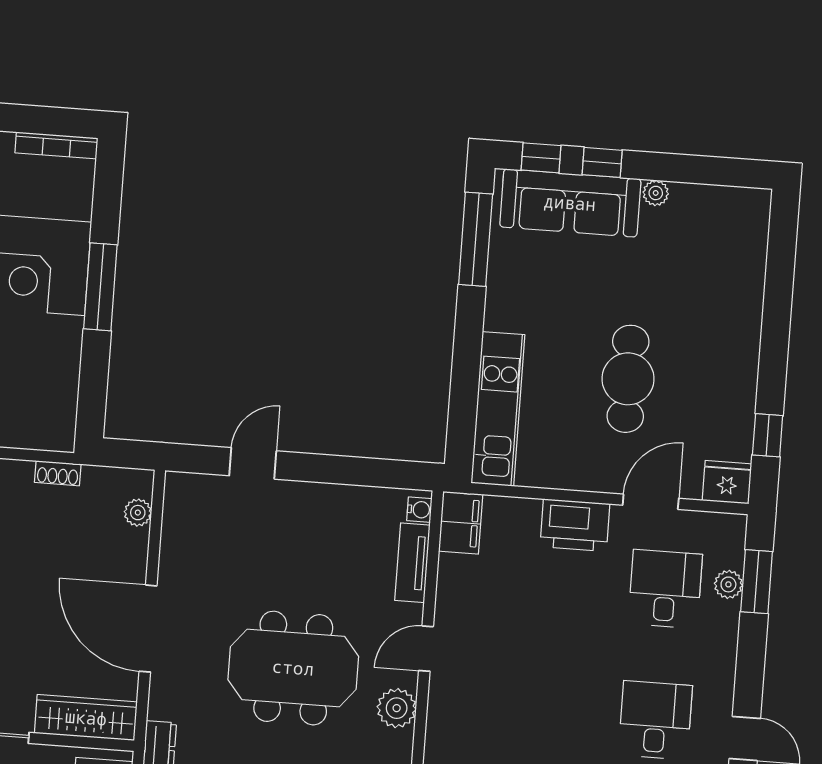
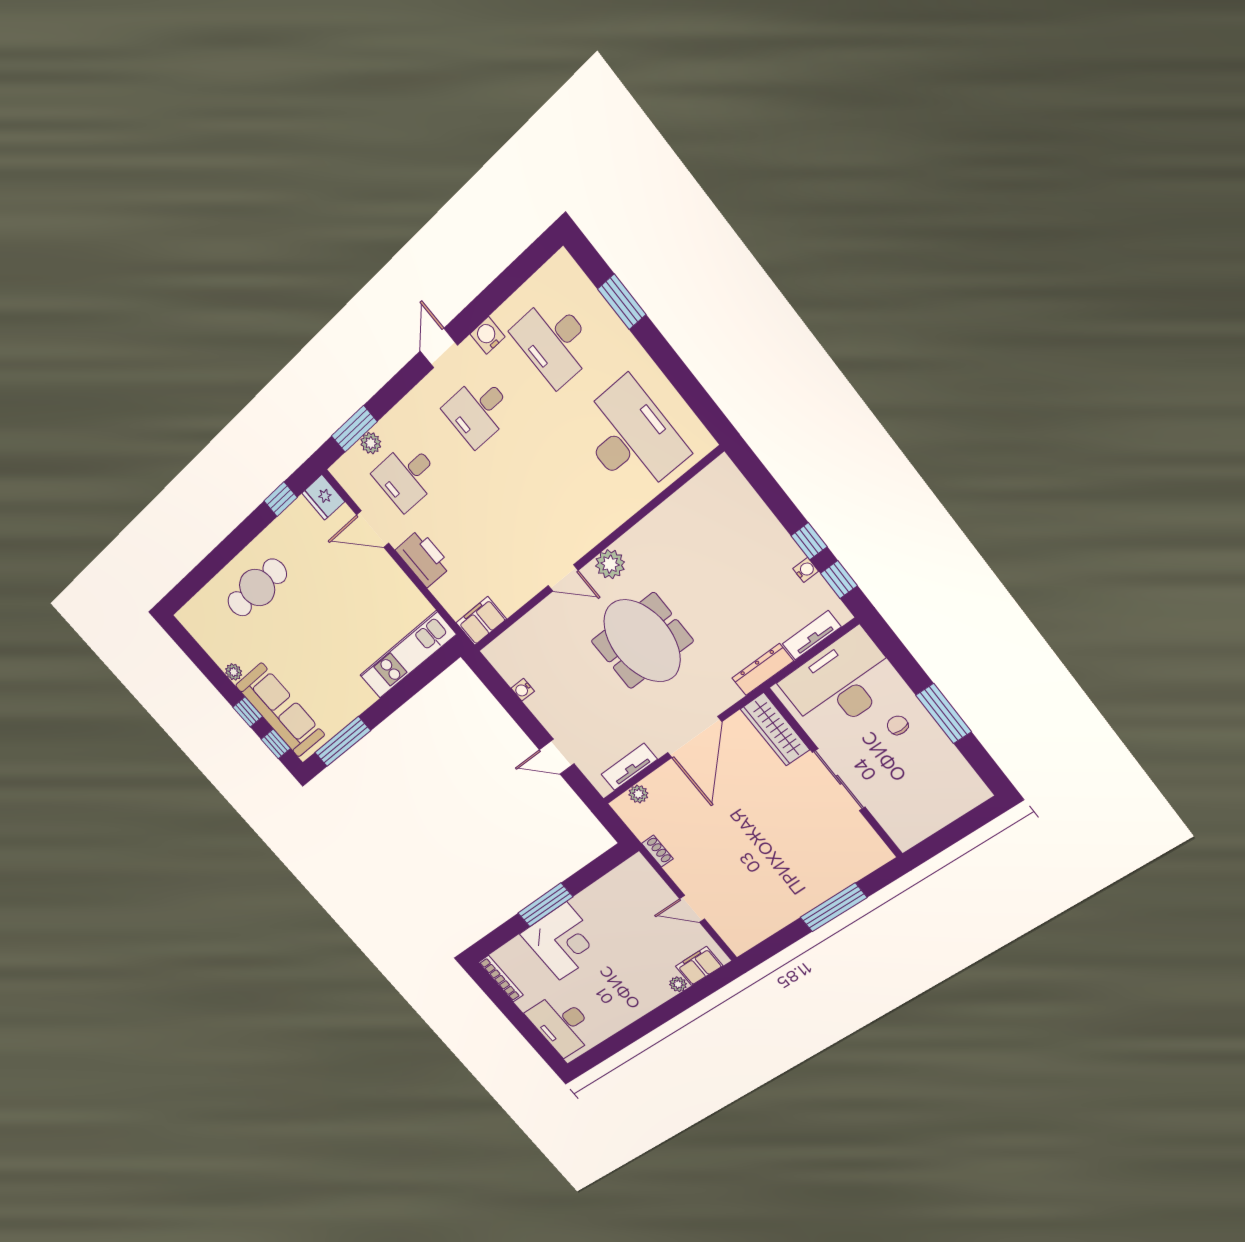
cafe table: (628, 379) -> (257, 588), moved
water cooler: (419, 510) -> (523, 690), moved, turned -90
tv unit: (412, 563) -> (629, 767), moved, turned 180

